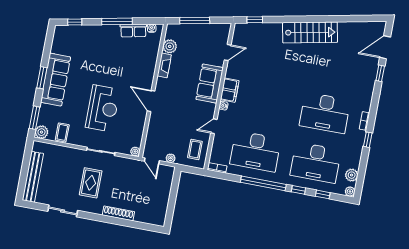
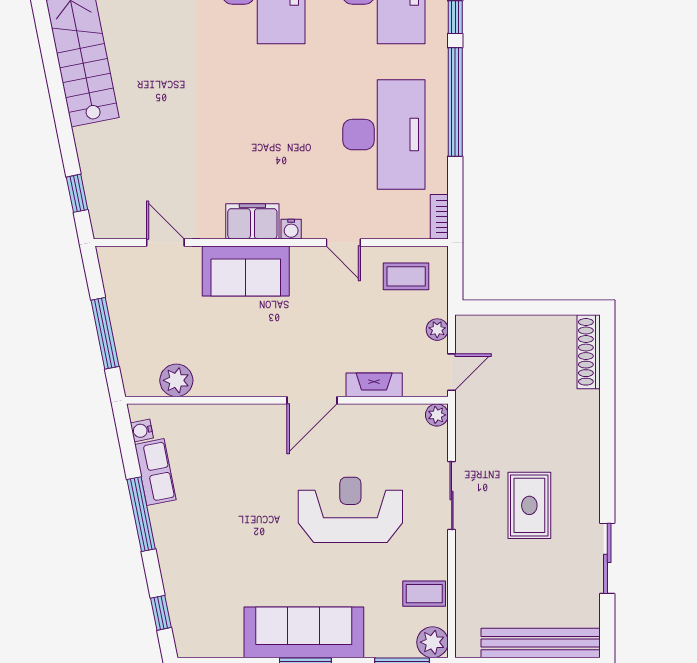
fireplace: (164, 65) -> (374, 385), moved
rug: (91, 183) -> (529, 505), turned 90
shoe rack: (118, 213) -> (589, 352), moved

